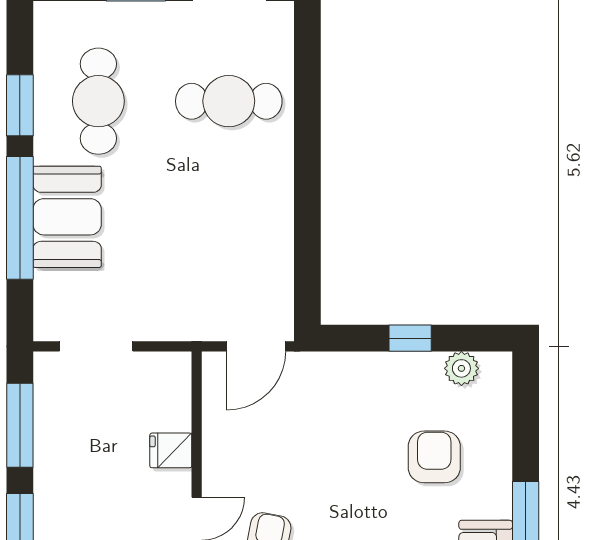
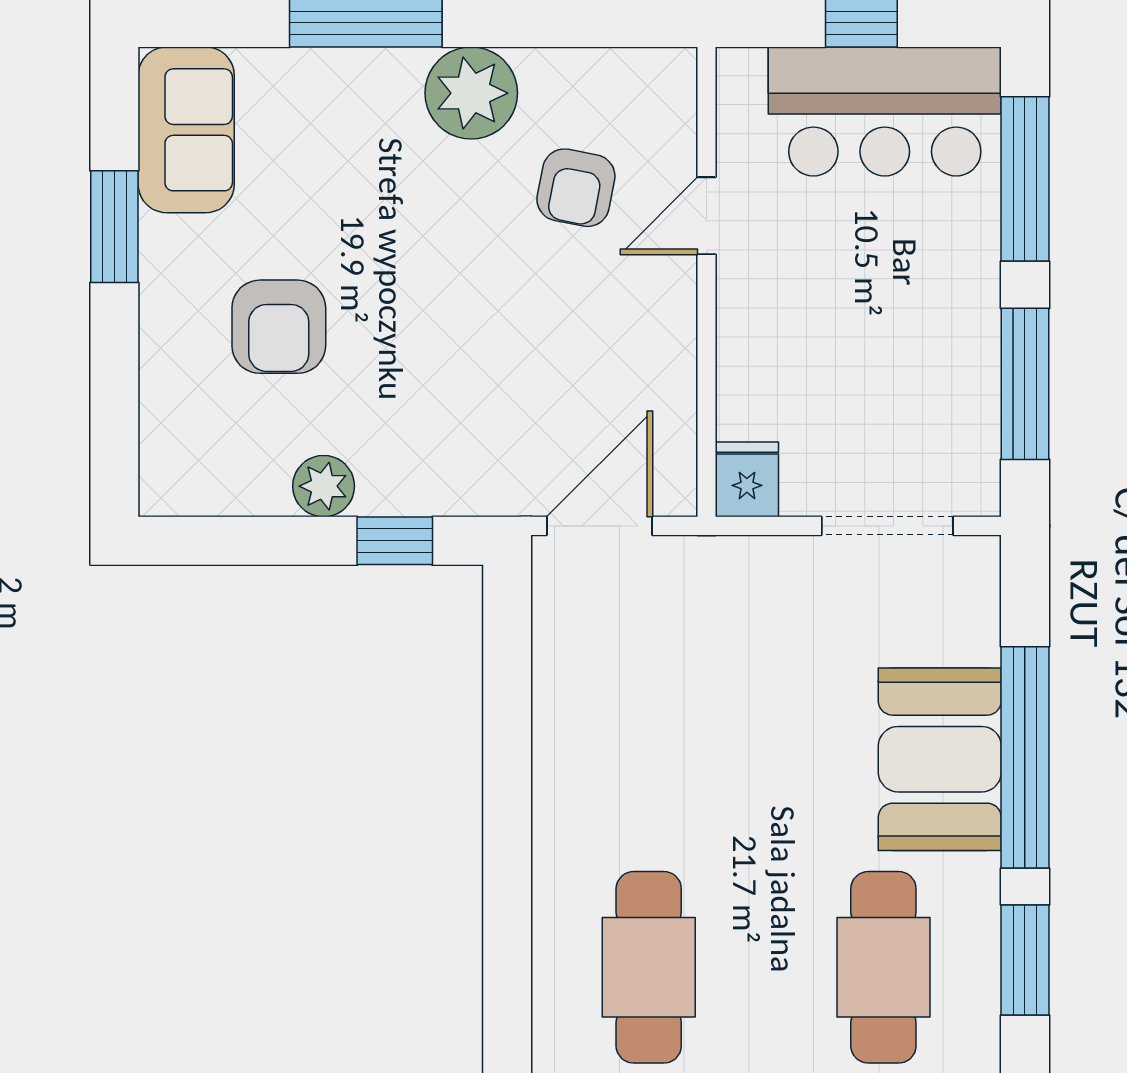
cafe table: (229, 101) -> (649, 967), turned 90
window: (410, 338) -> (395, 541), moved
plant: (461, 368) -> (324, 486), moved
fridge: (171, 450) -> (747, 479), moved, turned -90

